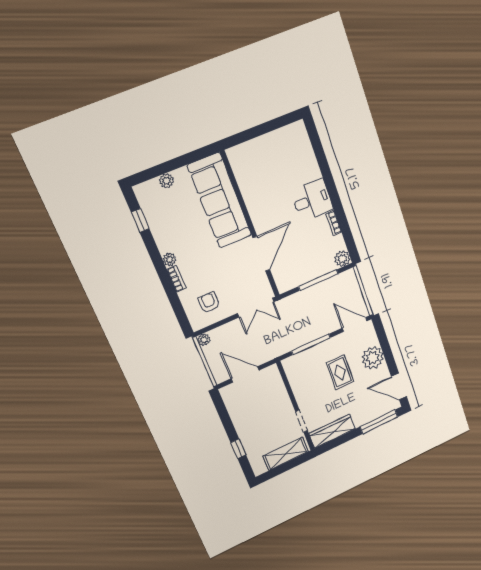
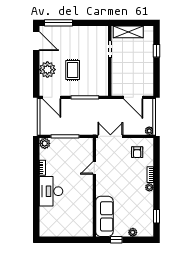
window: (187, 159) -> (116, 240), added
desk: (312, 200) -> (51, 191), width x1.37
sofa: (220, 201) -> (104, 216), width x0.74, depth x0.79
door: (261, 254) -> (94, 168), width x0.53
wardrobe: (332, 431) -> (92, 32), removed

